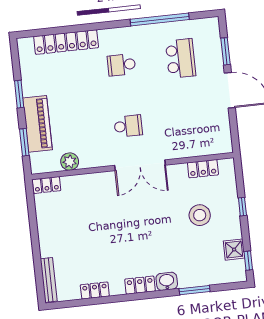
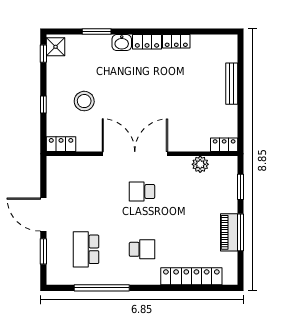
window: (19, 94) -> (241, 232), width x1.44
piano: (37, 124) -> (229, 232), moved, width x0.73, depth x0.75
double door: (140, 165) -> (135, 154), width x1.36
locker: (203, 169) -> (61, 144), moved
shower: (234, 250) -> (56, 47), moved
bench: (49, 280) -> (232, 84), moved
locker: (95, 290) -> (176, 41), moved

